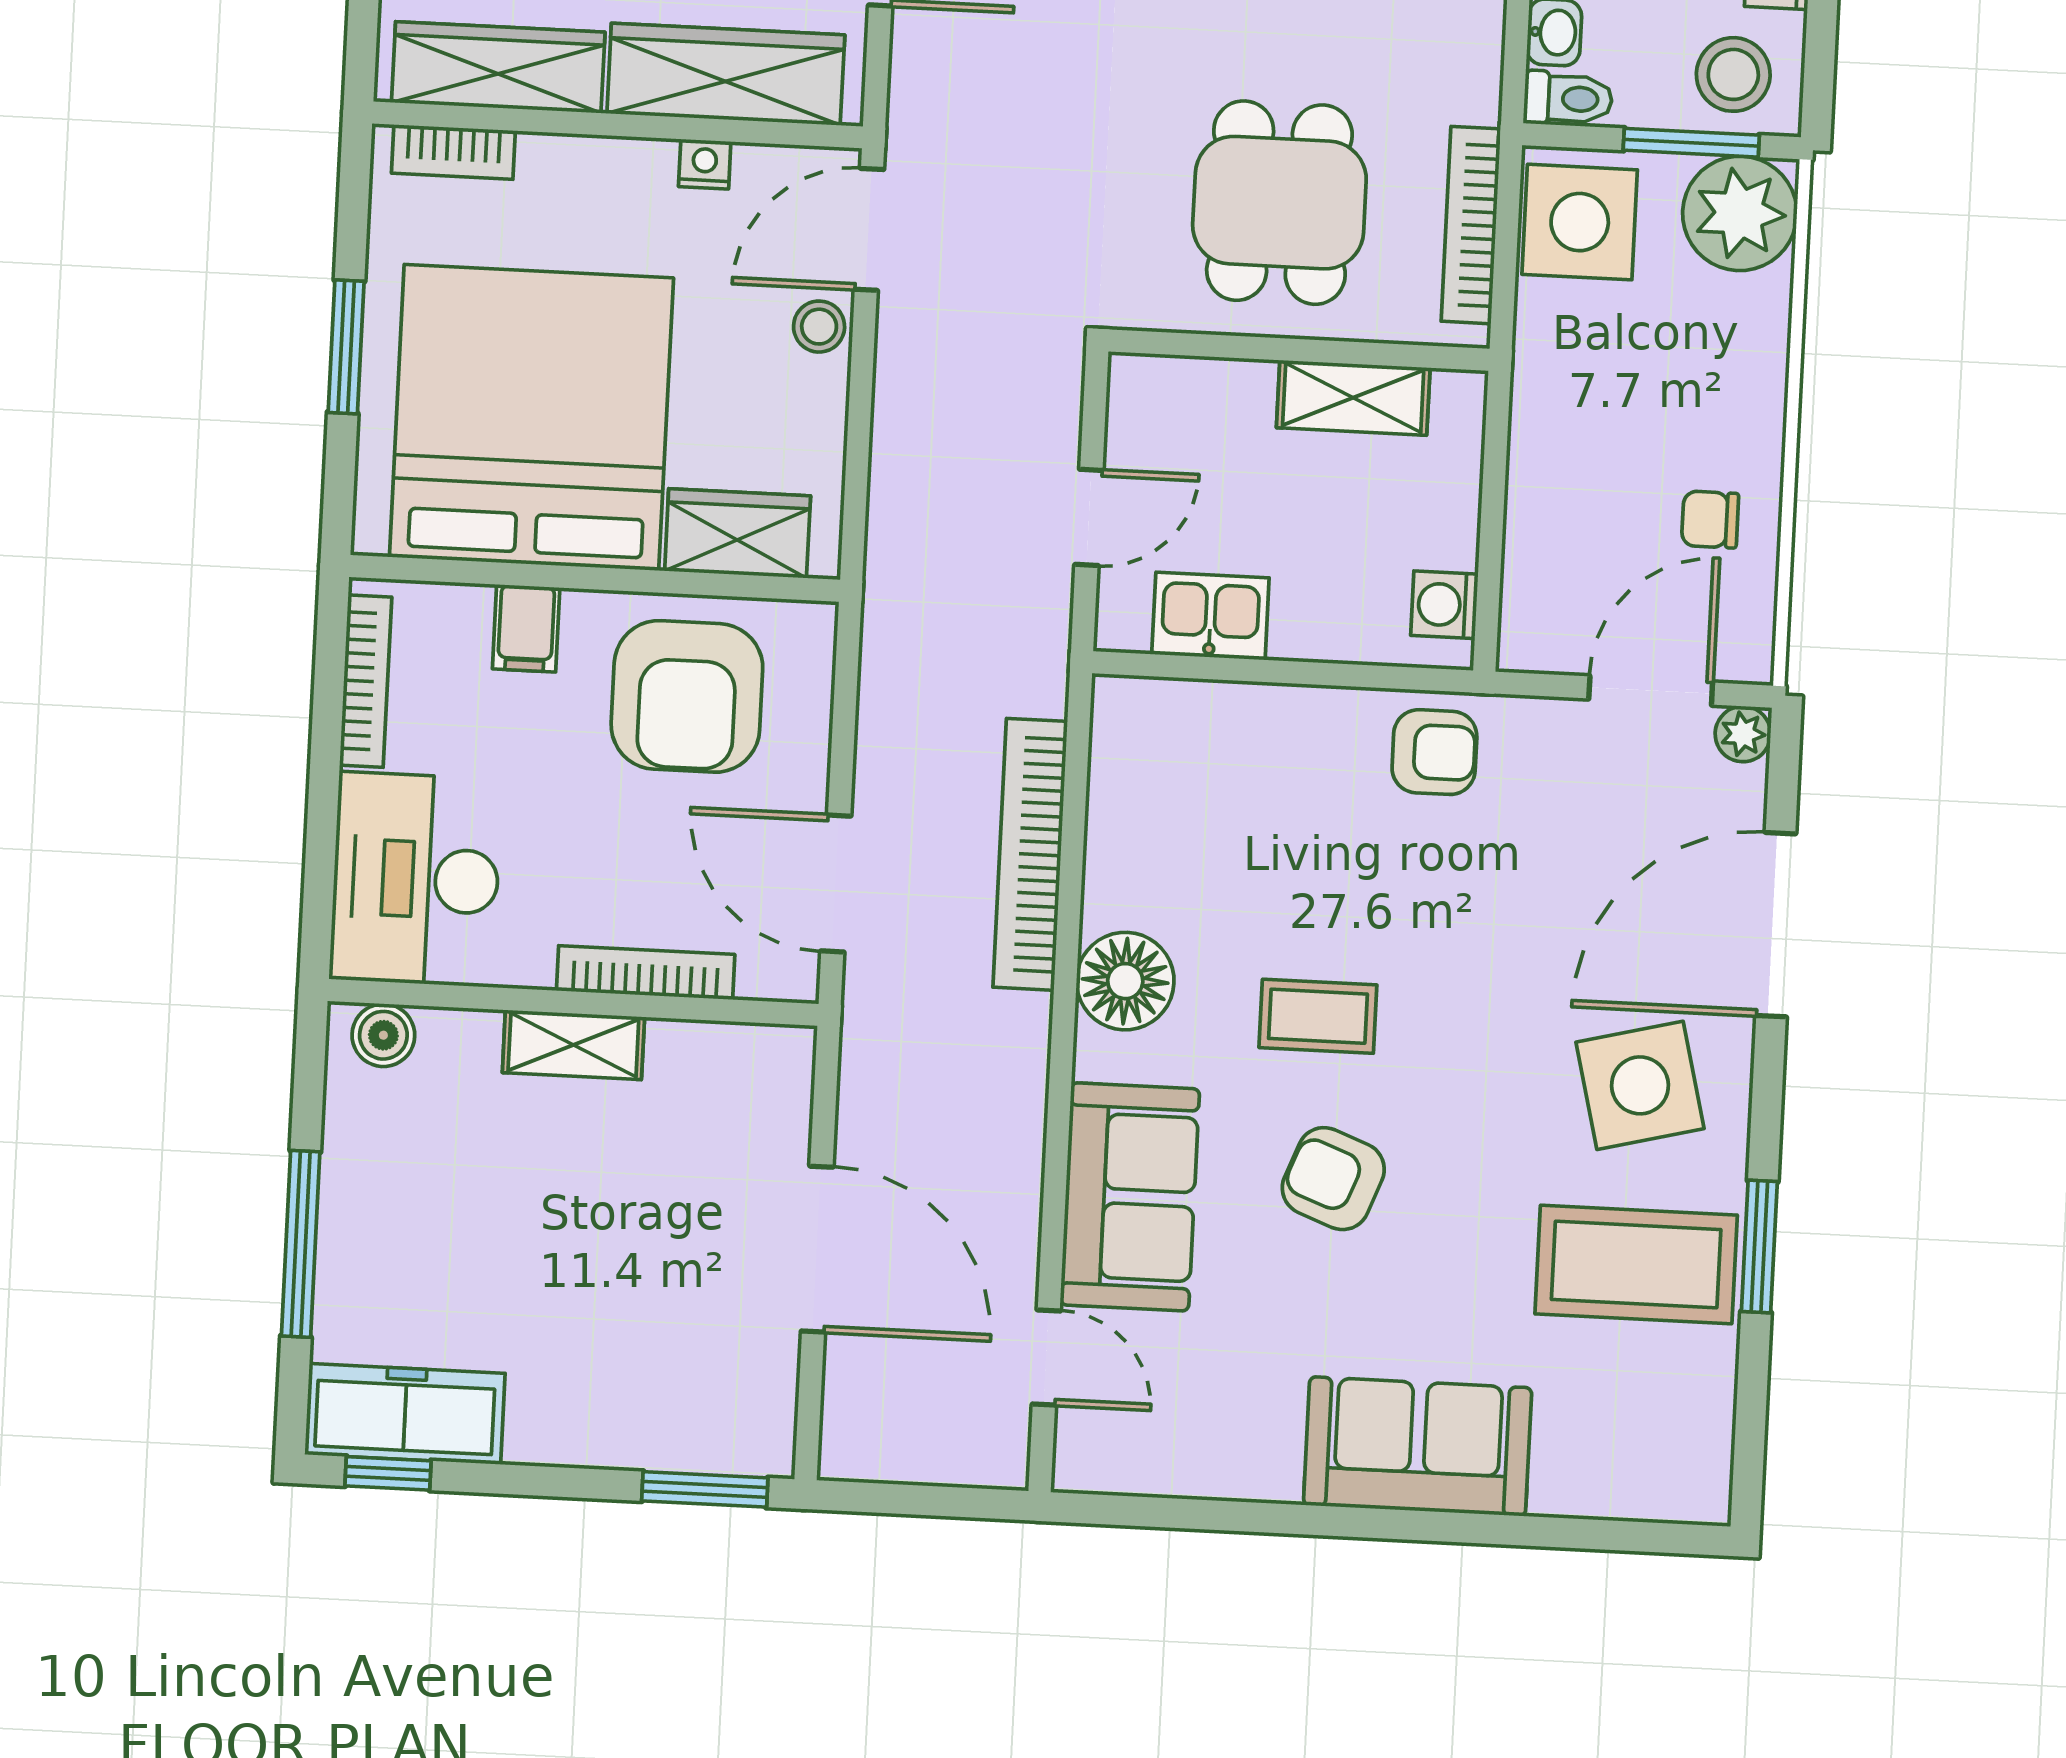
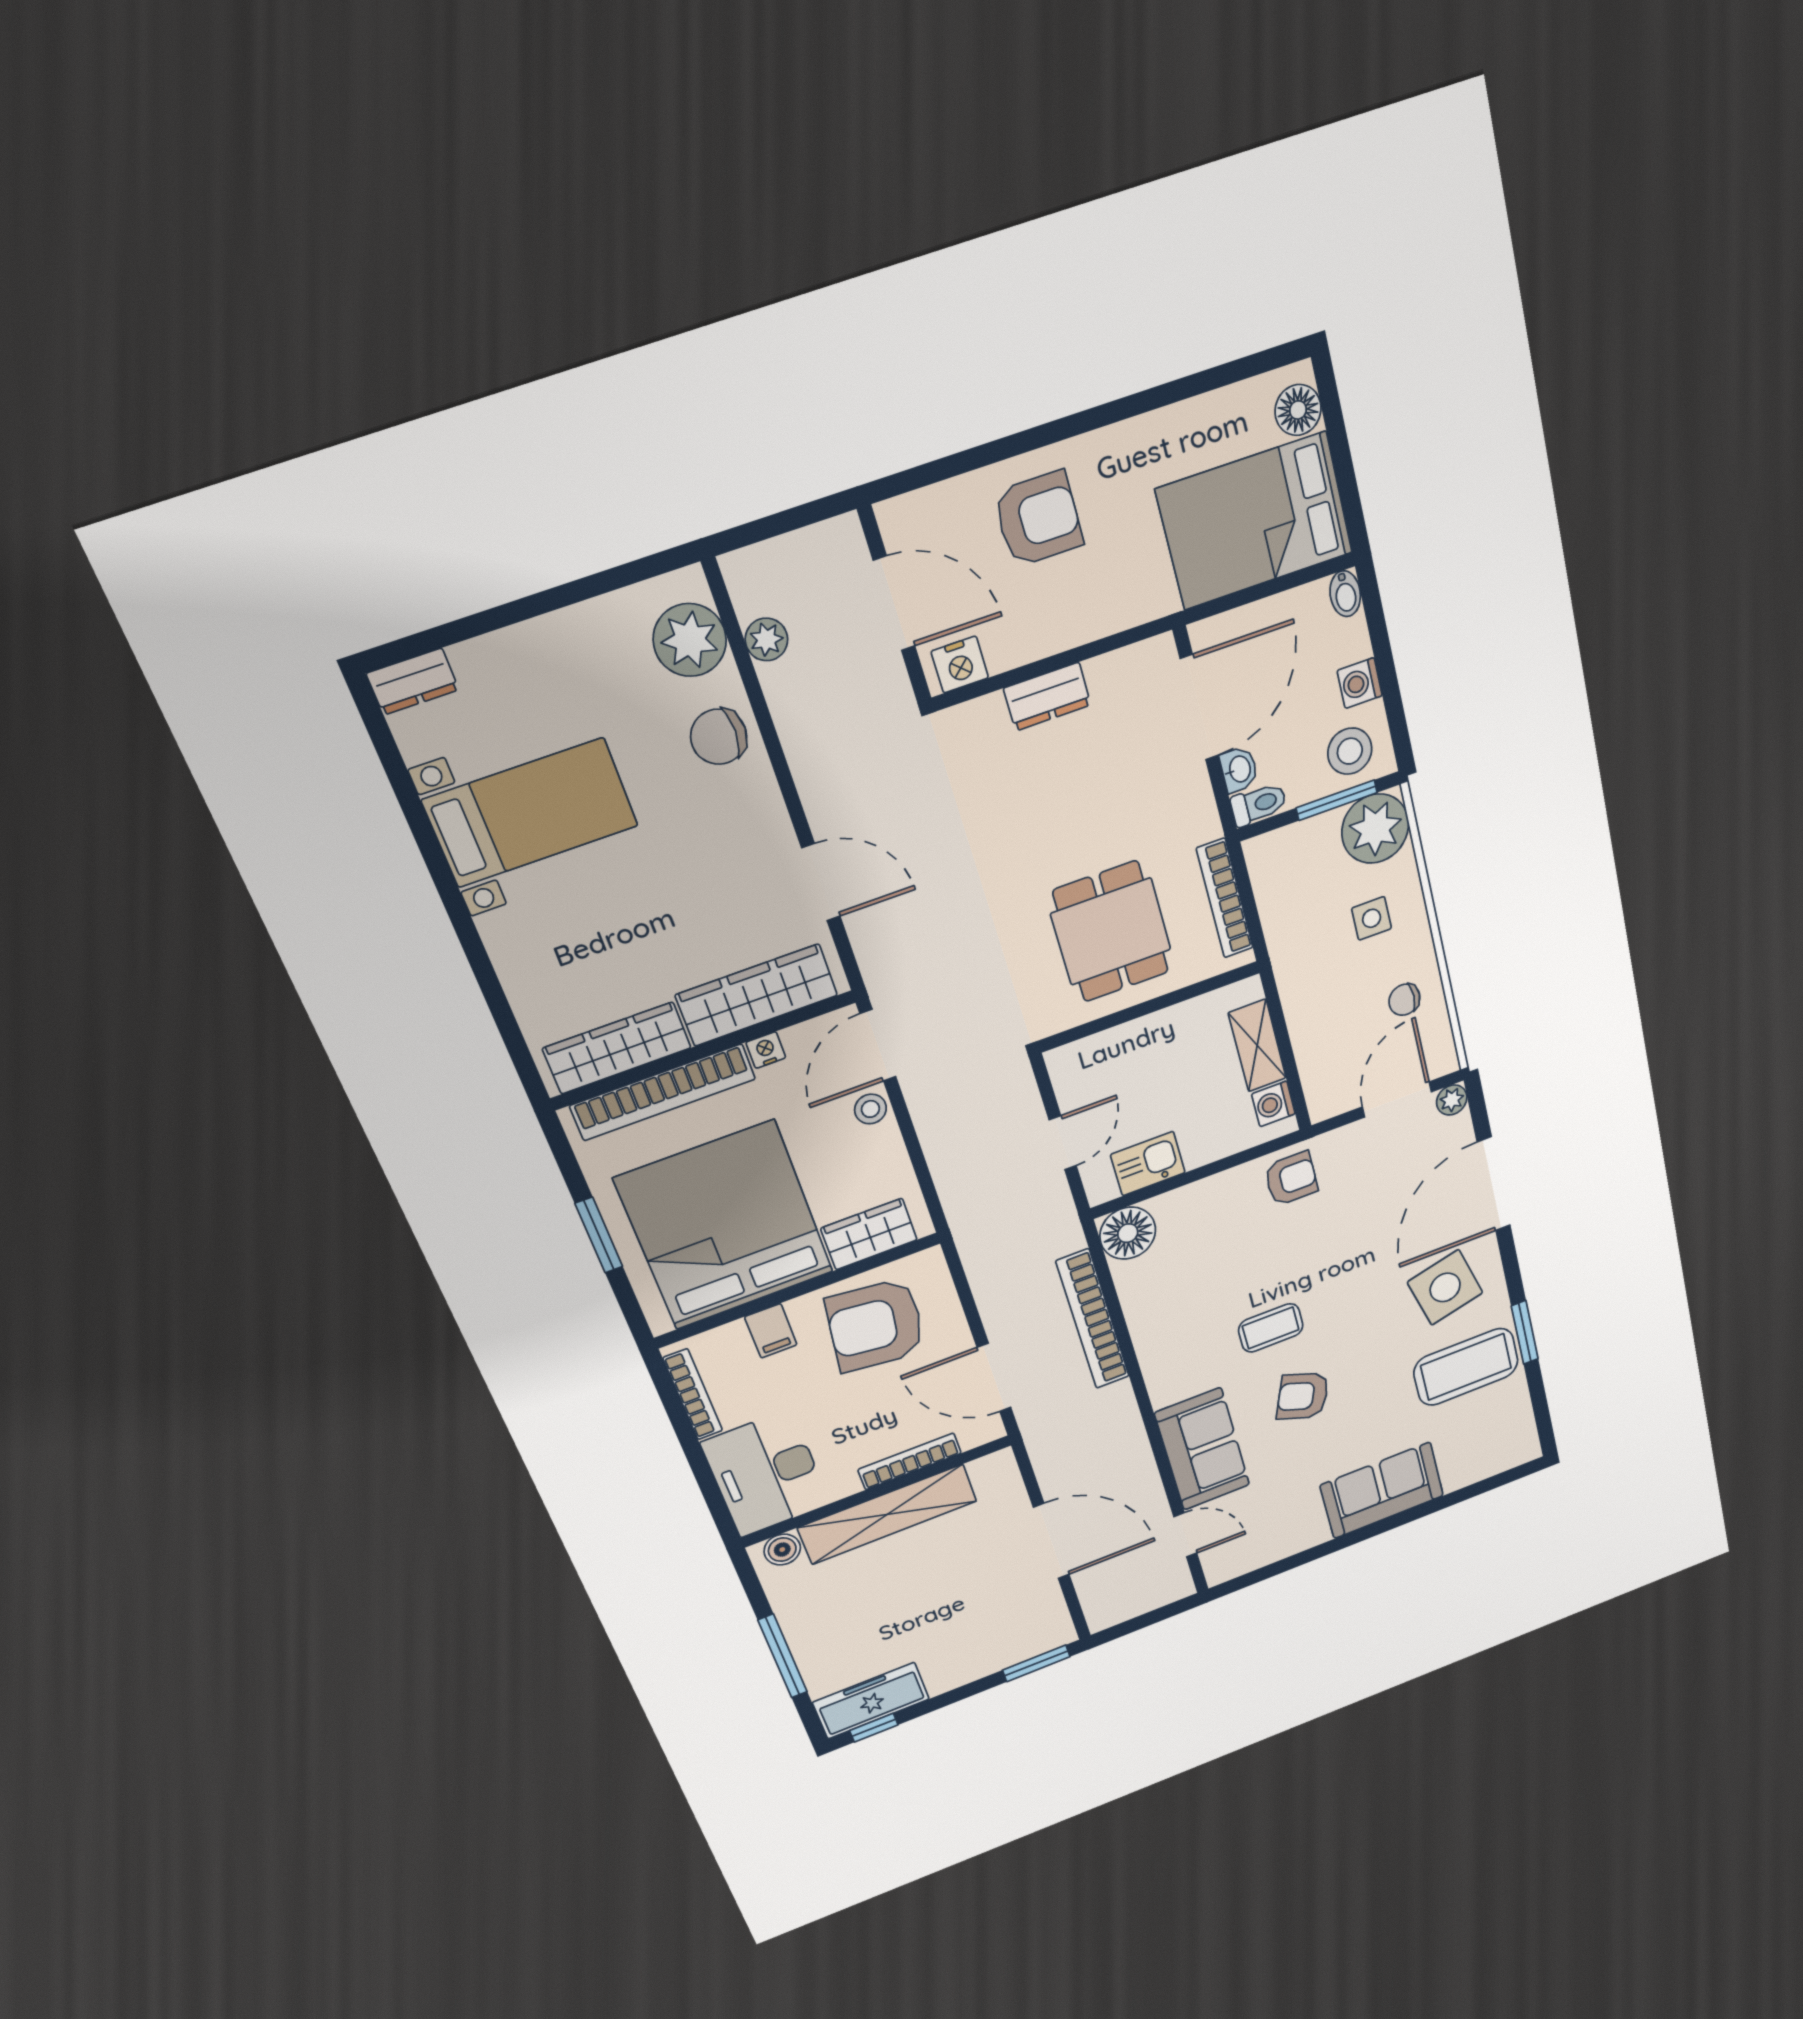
bookcase: (453, 152) -> (663, 1092), width x2.31, depth x1.31
side table: (1580, 222) -> (1372, 918), moved, width x0.54, depth x0.54
shelving: (1353, 398) -> (1257, 1046), moved, turned 90
armchair: (687, 696) -> (875, 1325), turned 97
floor lamp: (1125, 981) -> (1128, 1233), moved
shelving: (573, 1045) -> (887, 1514), width x2.20, depth x1.33

